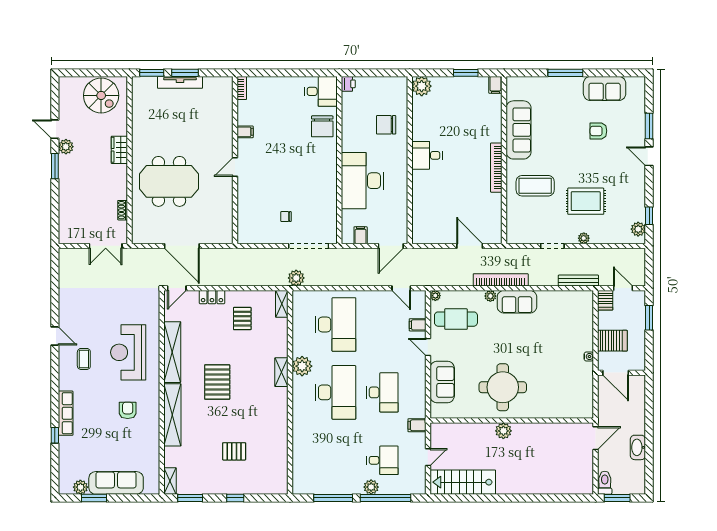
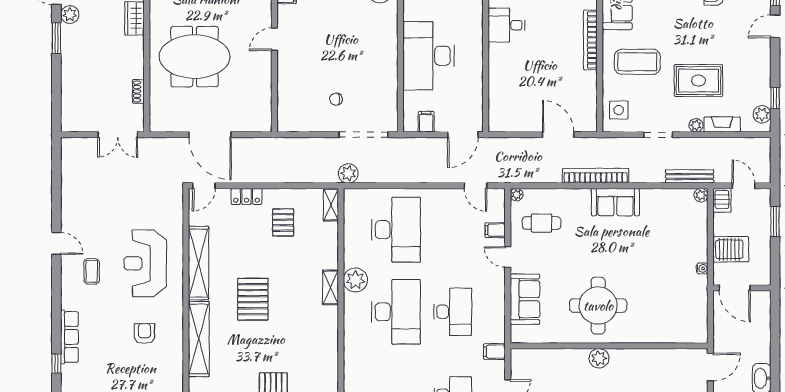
door: (649, 156) -> (775, 26), hinge flipped
side table: (520, 226) -> (619, 110), added
fireplace: (605, 238) -> (722, 124), added
plant: (490, 296) -> (701, 195), moved
cafe table: (456, 319) -> (542, 223), width x0.73, depth x0.74

